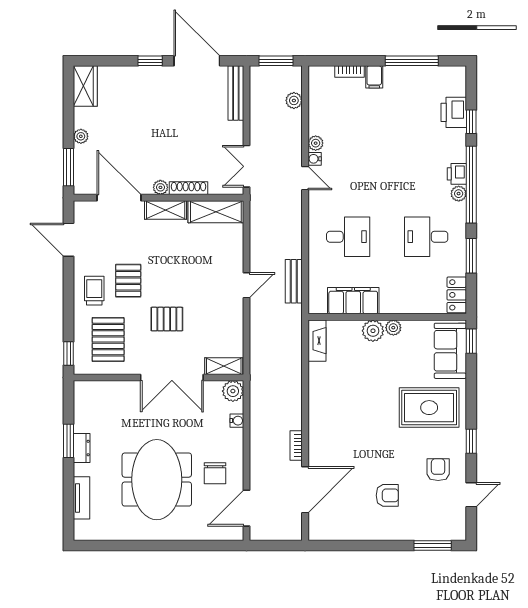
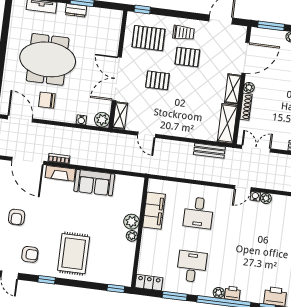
bench: (294, 281) -> (209, 151), moved
door: (246, 285) -> (147, 135), moved
pallet: (167, 319) -> (157, 80), turned 90
fireplace: (317, 341) -> (60, 173), moved
sofa: (450, 351) -> (94, 183), moved, turned 180

